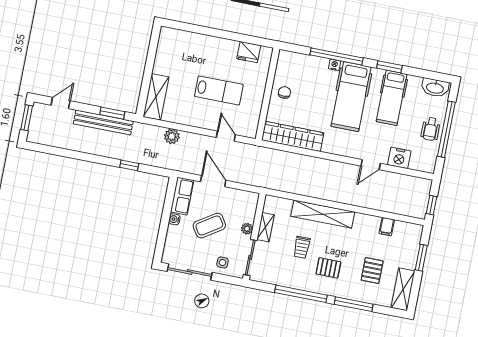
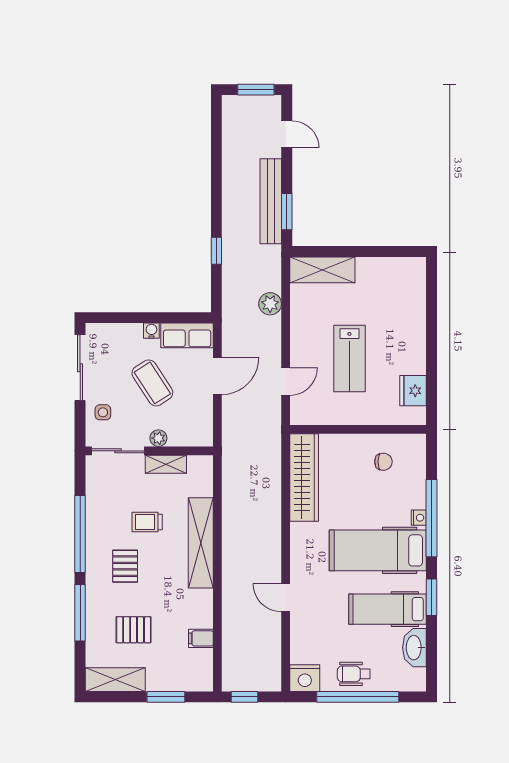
washbasin: (435, 88) -> (414, 648), moved
chair: (284, 92) -> (383, 462), moved
nightstand: (399, 158) -> (305, 678), moved, turned -90

